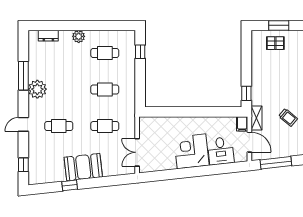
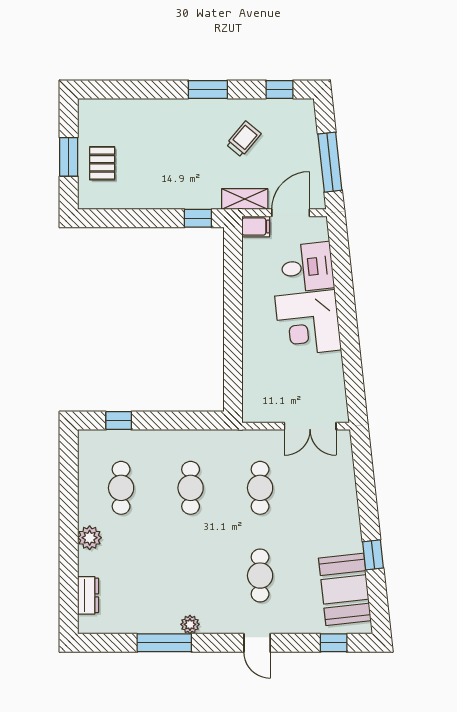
plant: (37, 89) -> (190, 624), width x0.53, depth x0.53
booth: (83, 167) -> (345, 589), moved

